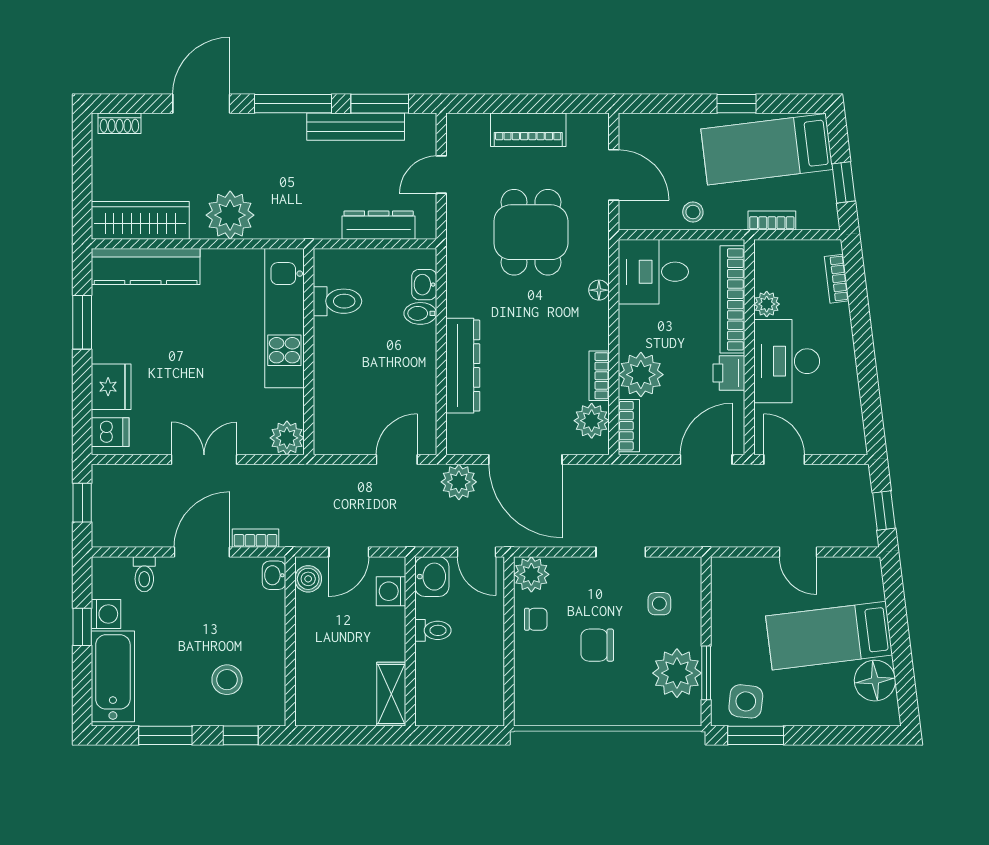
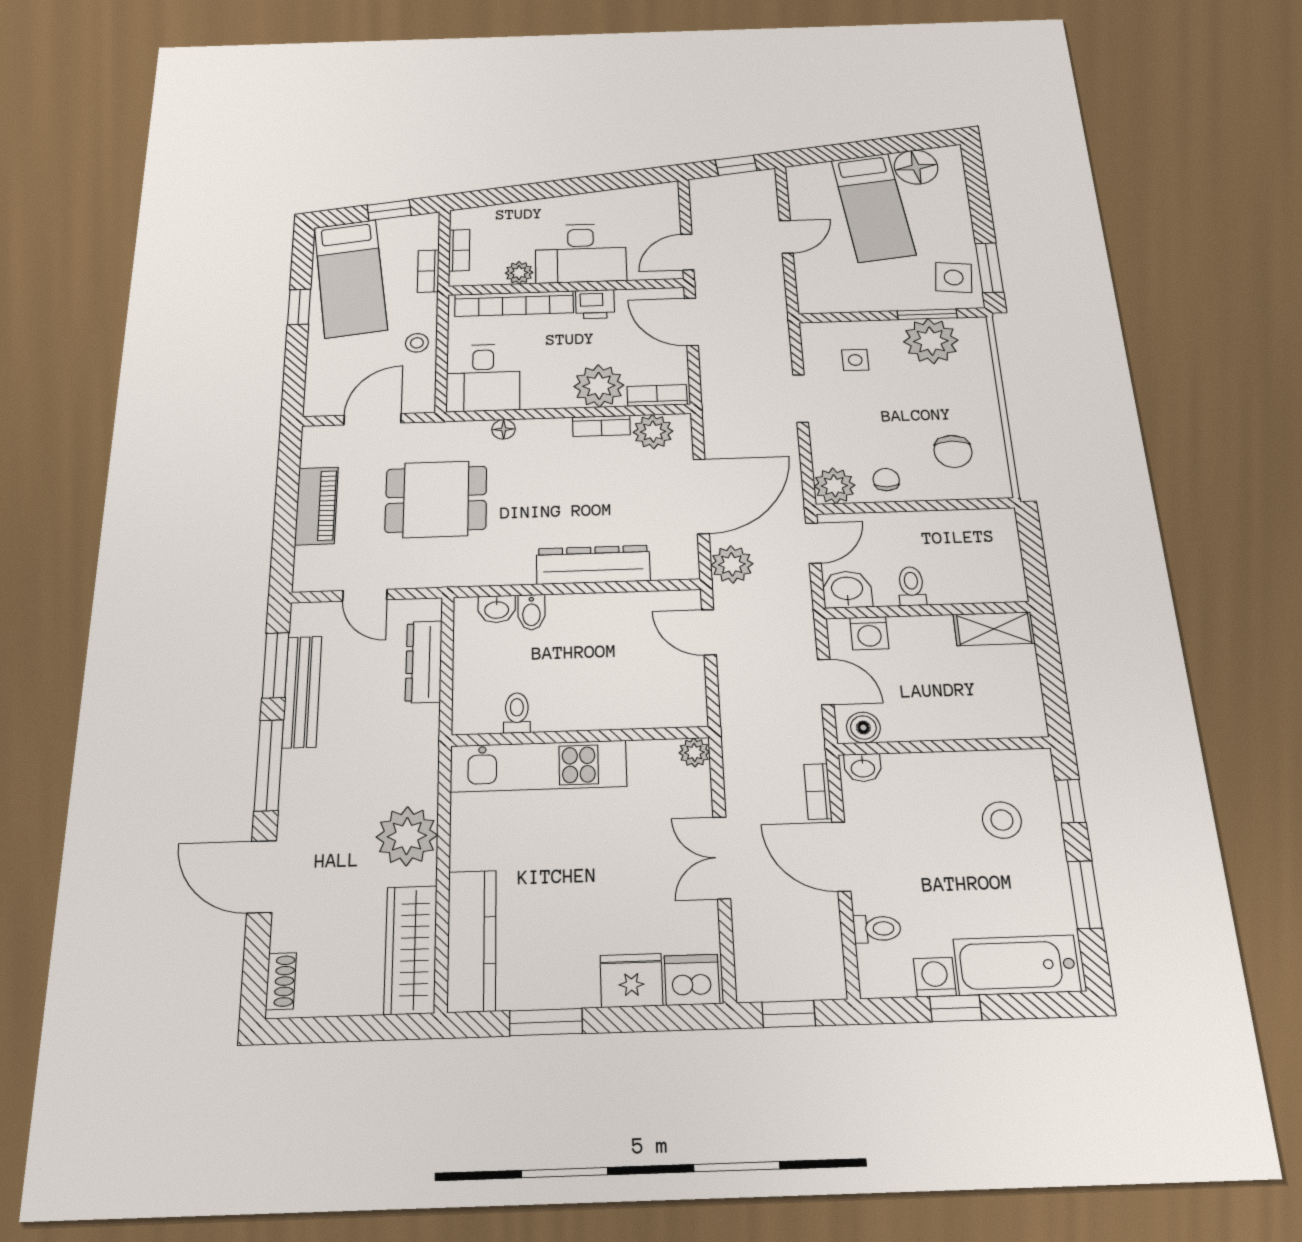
bookcase: (837, 279) -> (459, 250), moved, turned -83
toilet: (337, 301) -> (517, 713), width x0.73, depth x0.72
dishwasher: (110, 432) -> (692, 980), width x1.38
plant: (287, 438) -> (694, 752), width x0.73, depth x0.73
chair: (597, 645) -> (953, 451), moved

